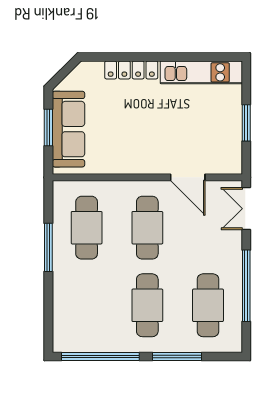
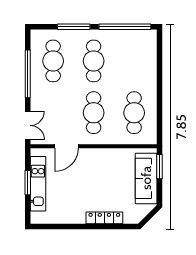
kitchen unit: (201, 72) -> (38, 184), moved, turned 90
window: (48, 127) -> (160, 167), moved
door: (188, 177) -> (67, 146), swing flipped
window: (48, 247) -> (160, 100), removed

